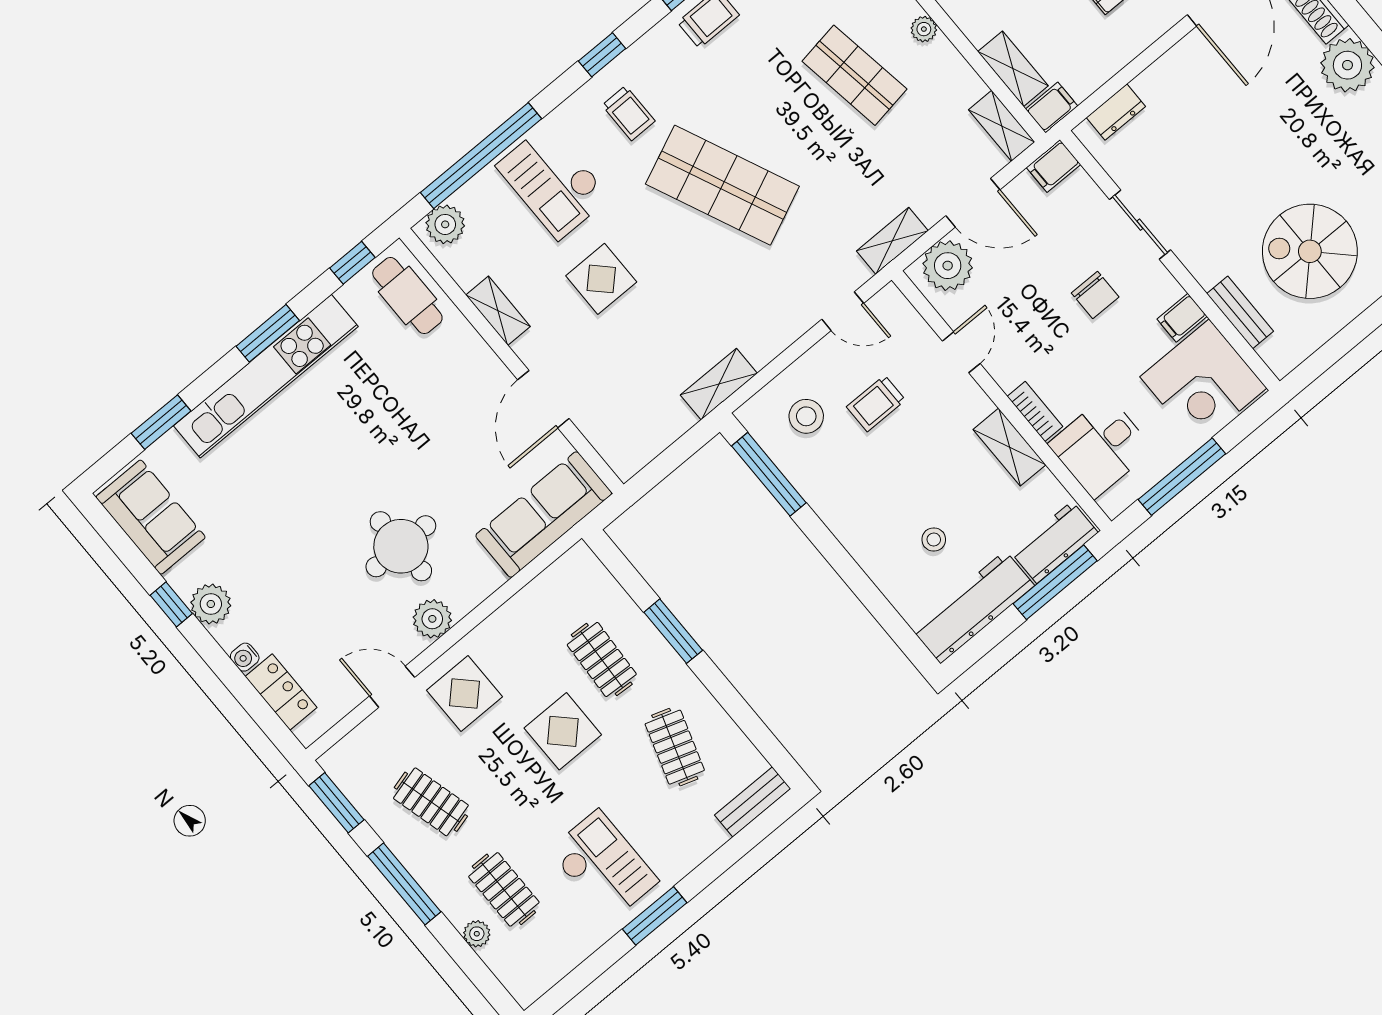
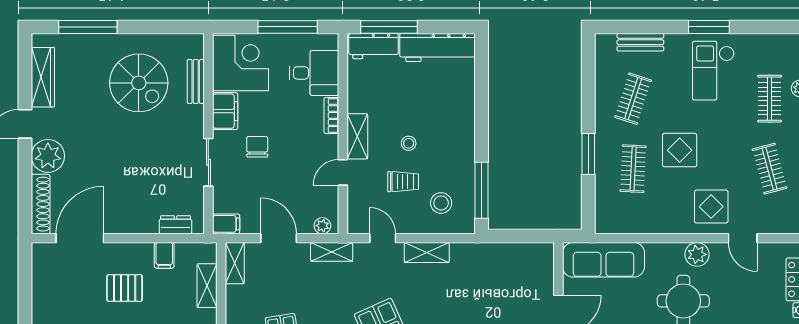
filing cabinet: (1052, 107) -> (164, 255), moved, turned -90
plant: (948, 266) -> (322, 226), width x0.53, depth x0.53
filing cabinet: (1182, 318) -> (225, 111), width x2.00
shelving: (719, 384) -> (427, 253), moved
shelving: (1009, 447) -> (357, 136), moved
stool: (934, 540) -> (409, 143), moved
bench: (753, 802) -> (640, 42), moved

